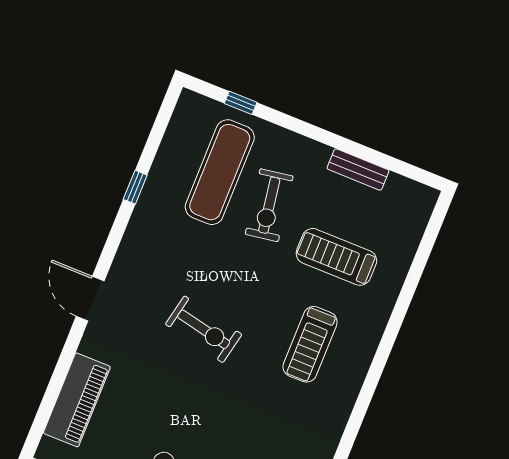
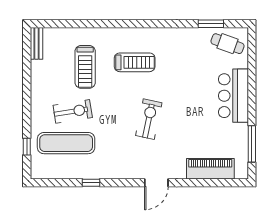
bench: (358, 169) -> (37, 43), moved

